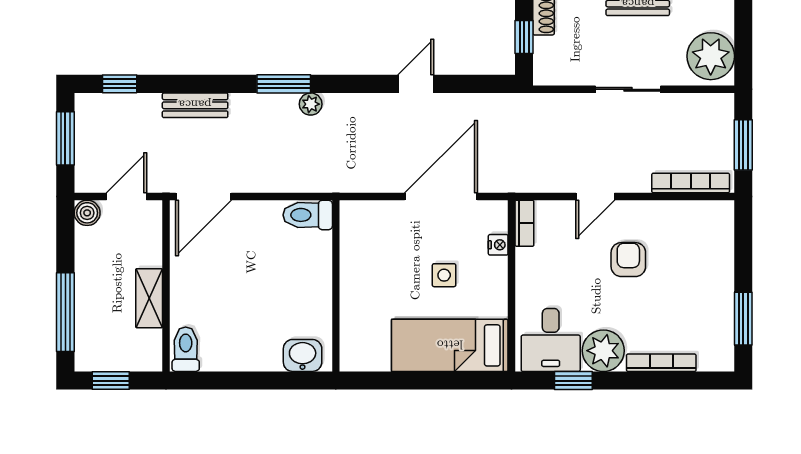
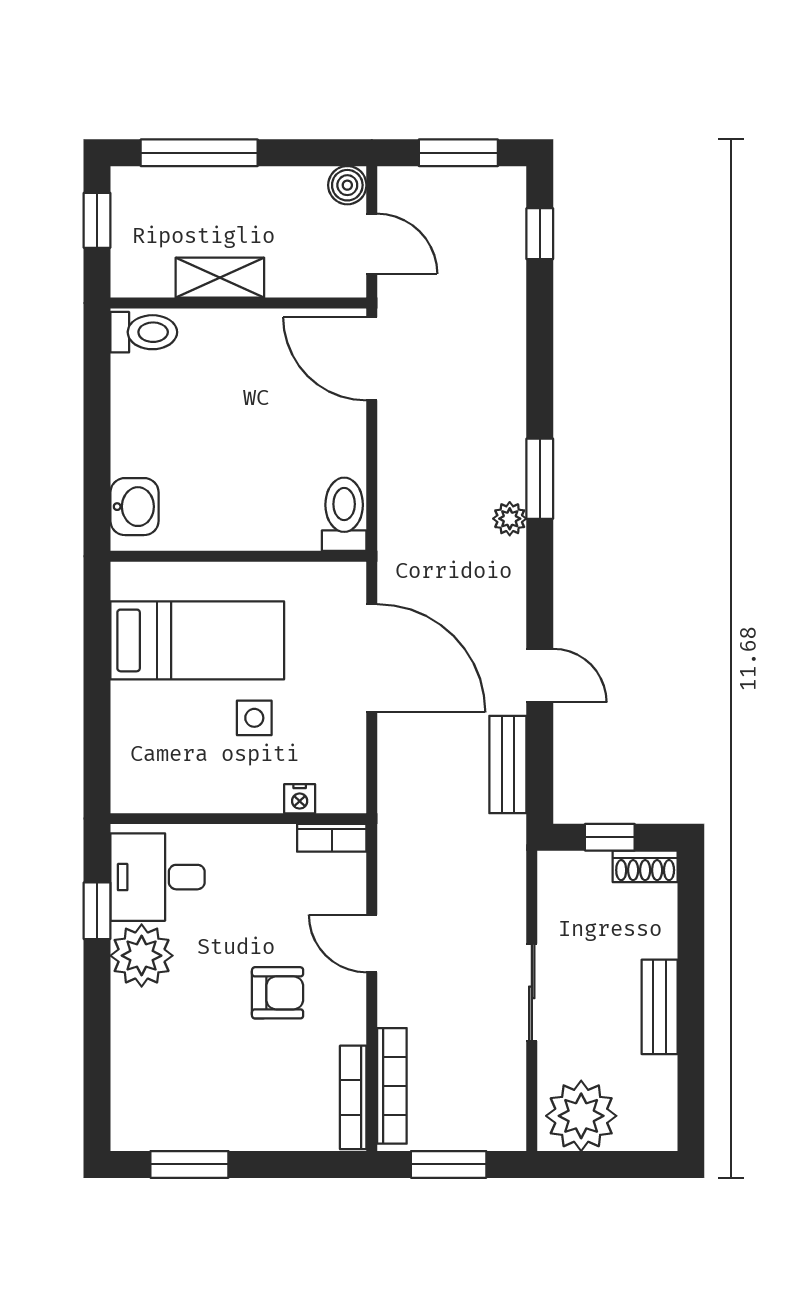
bench: (195, 105) -> (508, 764), moved
door: (441, 196) -> (372, 658), moved
bed: (450, 345) -> (197, 640), moved, turned 90
bookcase: (661, 363) -> (353, 1097), moved, turned 180

